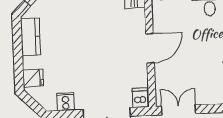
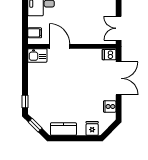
door: (150, 48) -> (60, 46), moved

